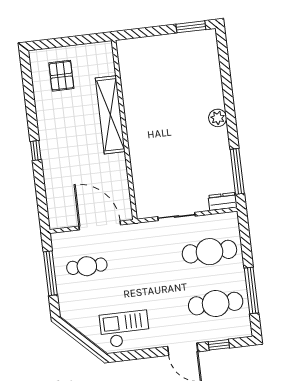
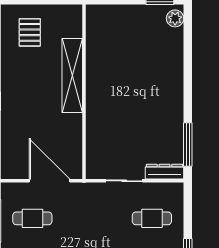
plant: (218, 118) -> (175, 18), moved
dresser: (223, 201) -> (165, 172), width x1.44
cafe table: (209, 252) -> (152, 218), width x0.73, depth x0.74

